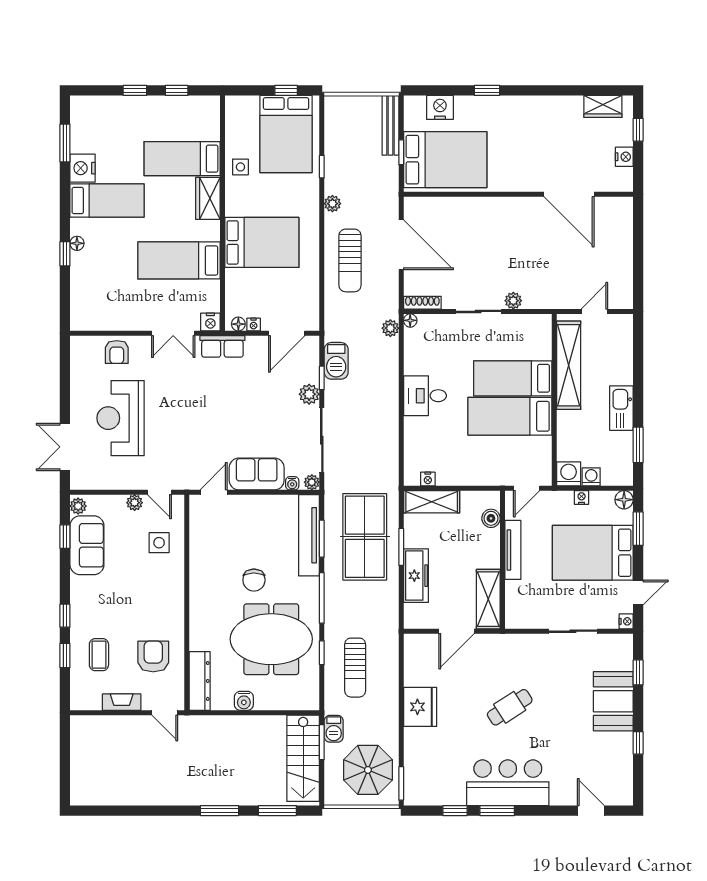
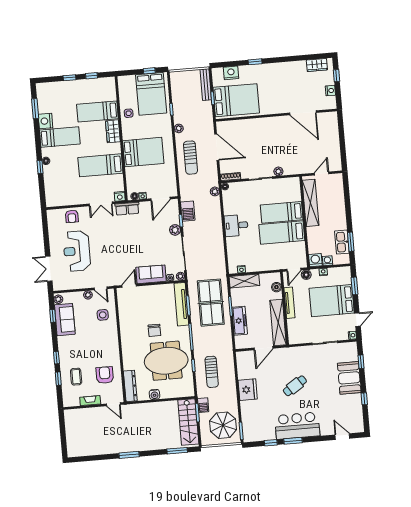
kitchen sink: (621, 408) -> (342, 242), moved
floor lamp: (624, 500) -> (306, 275), moved
shelving: (488, 599) -> (278, 323), width x1.47
window: (219, 811) -> (129, 455), moved

